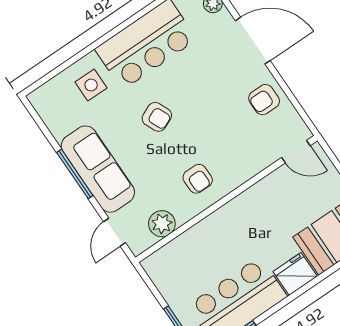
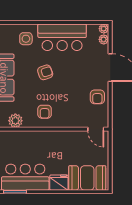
armchair: (264, 100) -> (97, 97), turned -90
armchair: (157, 117) -> (45, 72), turned -85

